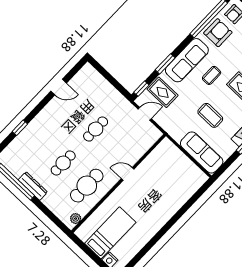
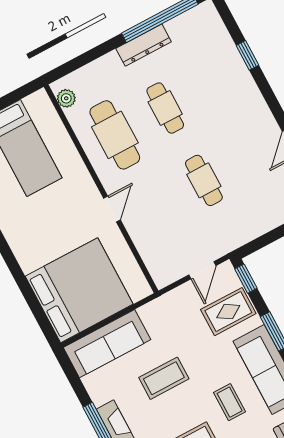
bed: (178, 177) -> (79, 290), added

